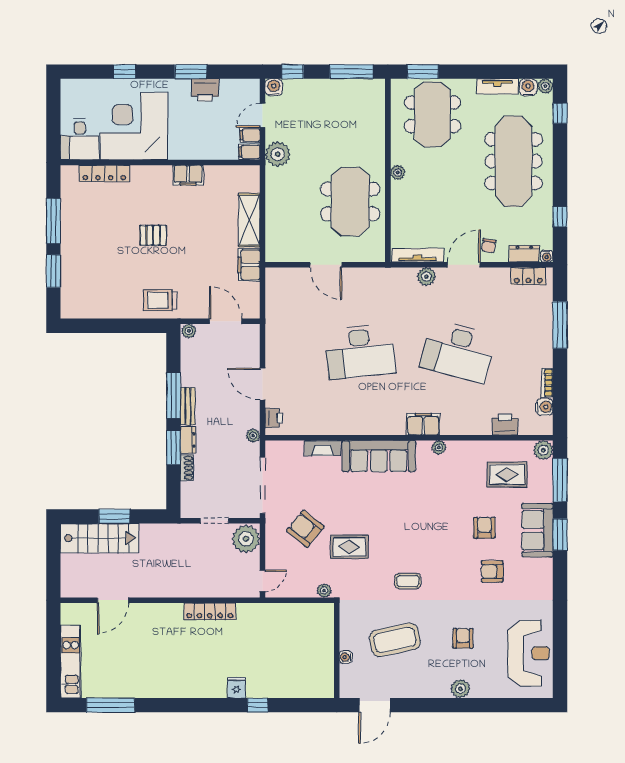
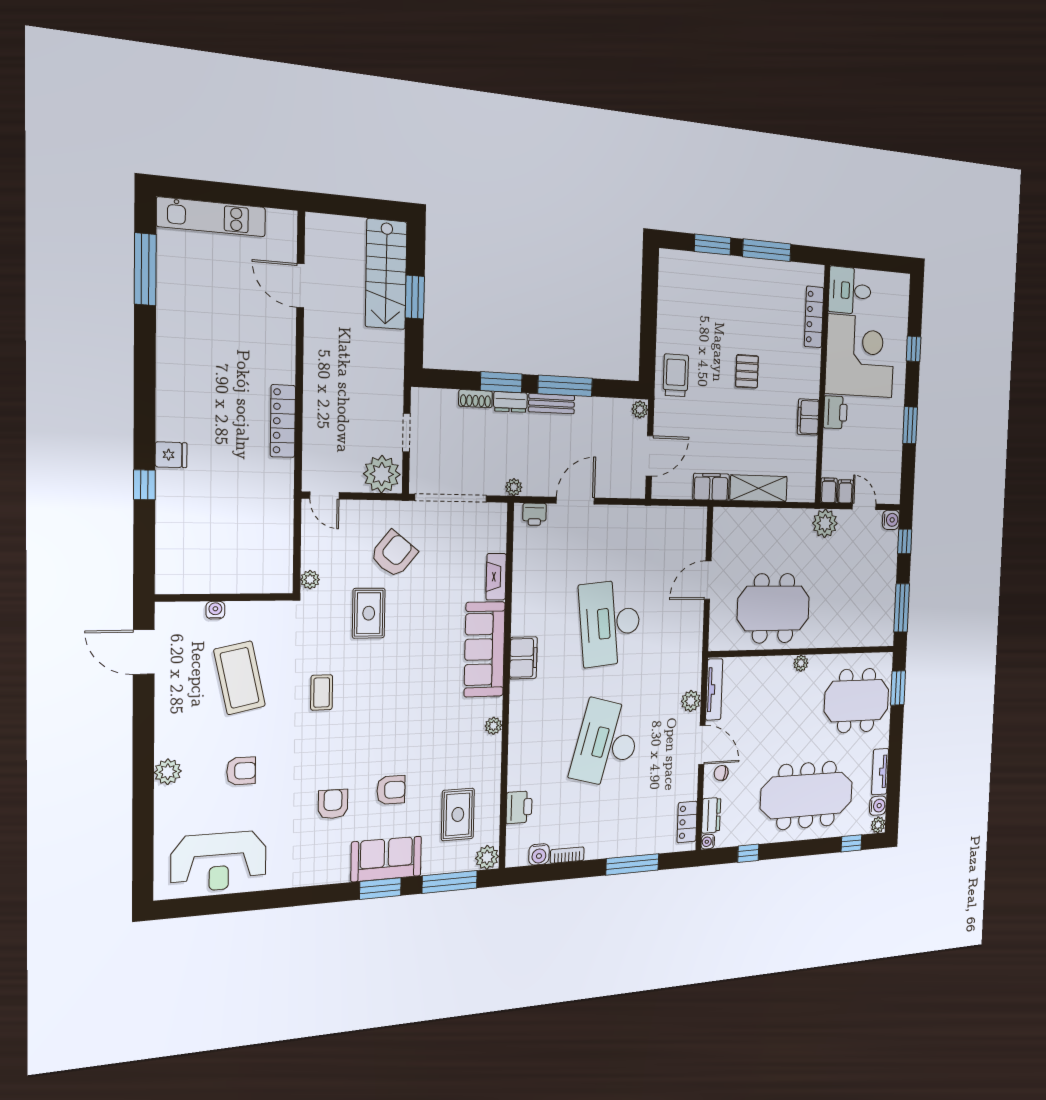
printer: (205, 90) -> (835, 412), moved, turned 180
filing cabinet: (423, 424) -> (523, 658), moved

